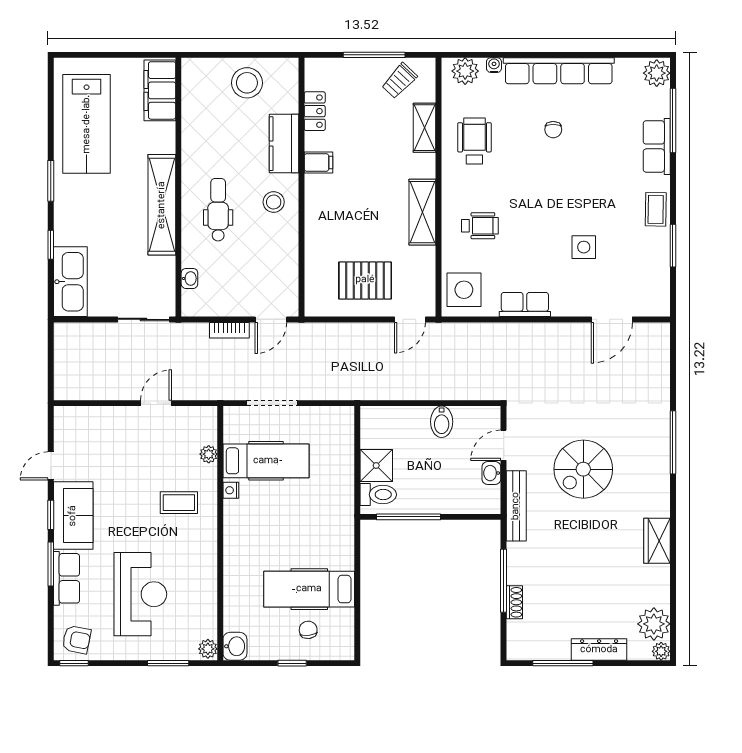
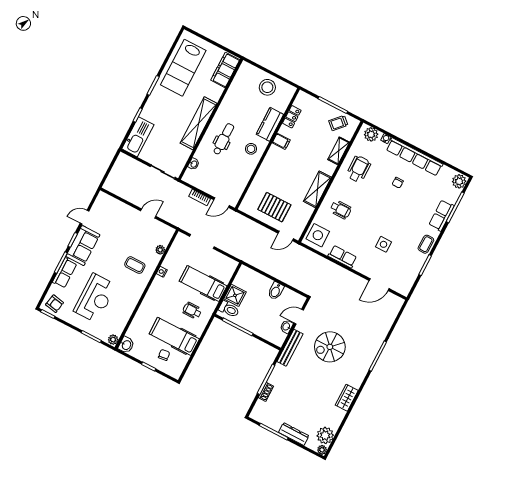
hospital bed: (266, 461) -> (203, 284), moved, turned 180
wheelchair: (317, 529) -> (192, 311), added

